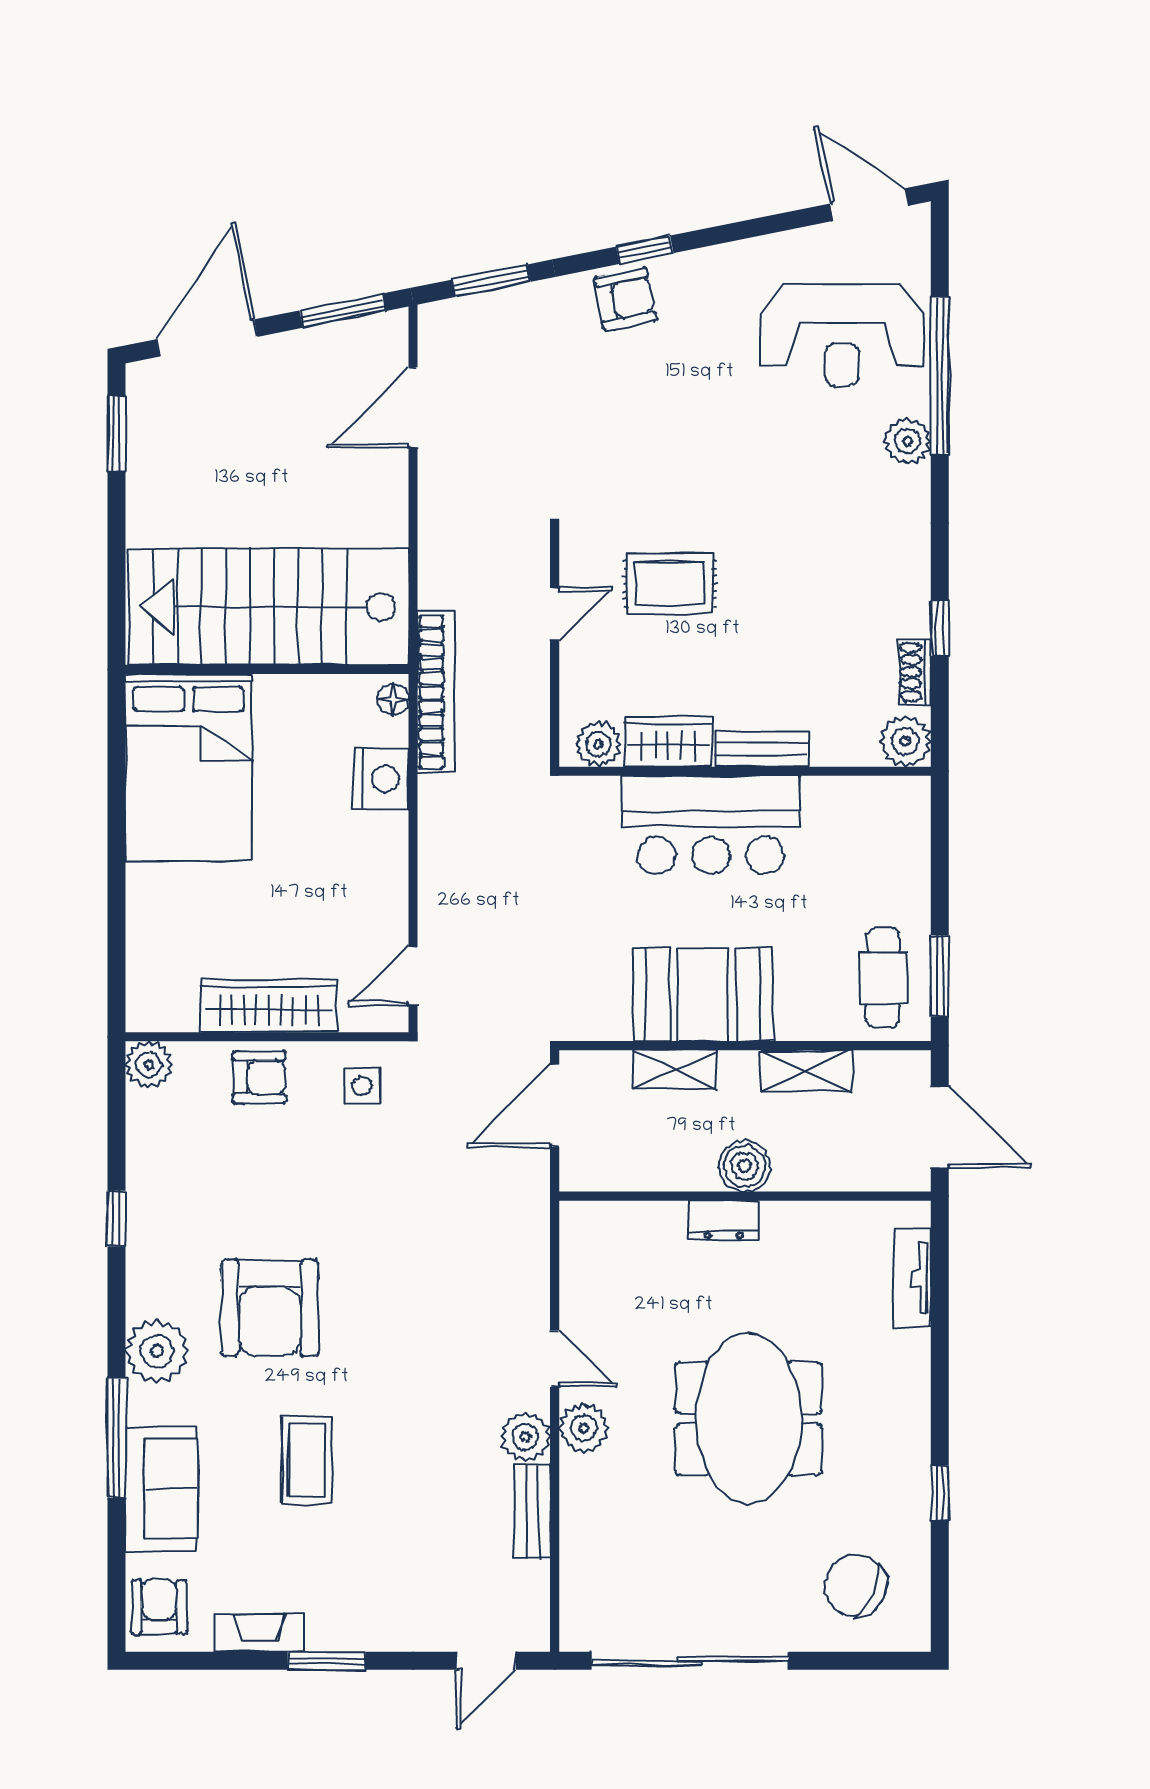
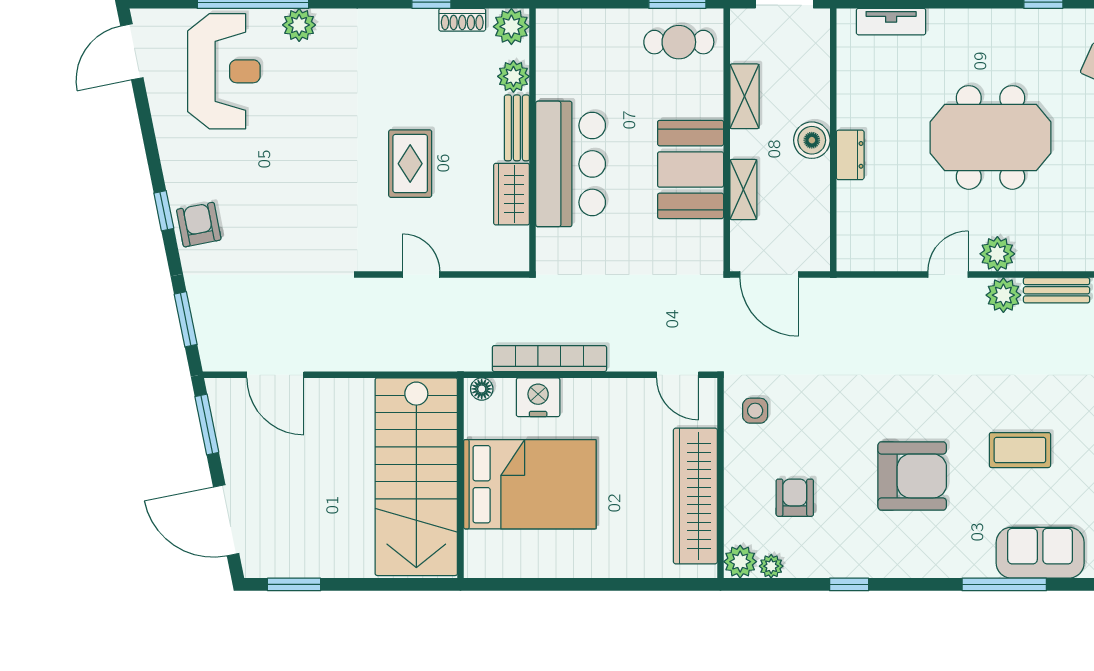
rug: (670, 584) -> (410, 164), moved
bookcase: (436, 692) -> (549, 359), moved
plant: (598, 744) -> (513, 76), moved
bed: (188, 767) -> (530, 484), moved
wardrobe: (269, 1006) -> (695, 496), width x1.40, depth x1.17
armchair: (259, 1077) -> (795, 498), moved
plant: (157, 1351) -> (771, 566), moved, width x0.53, depth x0.53

